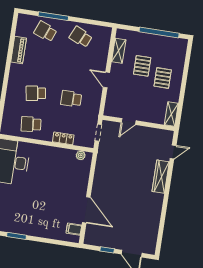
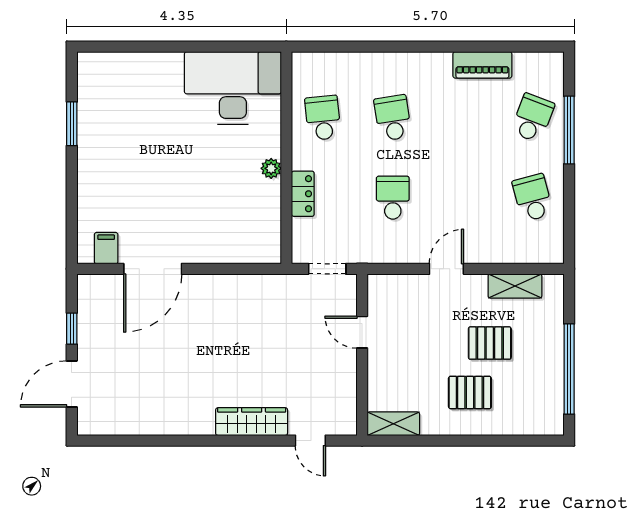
school desk: (81, 37) -> (533, 198), turned -39
plant: (81, 155) -> (271, 168), moved

